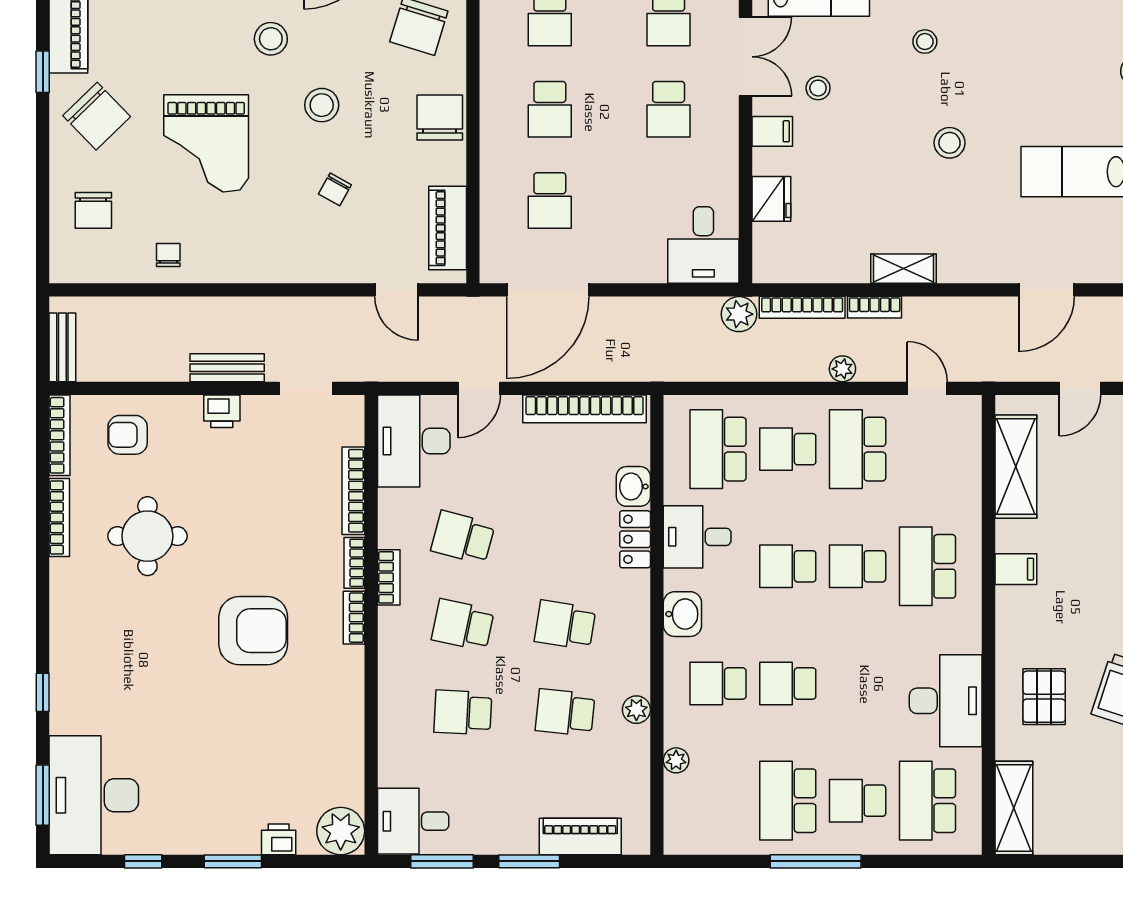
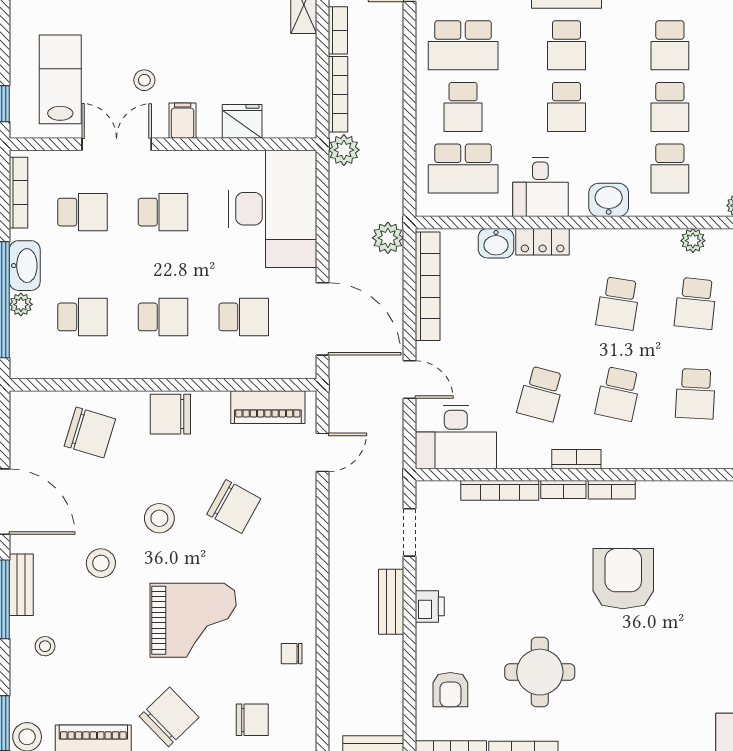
chair: (335, 189) -> (234, 507), width x1.87, depth x1.87
desk: (703, 245) -> (273, 209), width x1.87, depth x1.30
plant: (842, 369) -> (388, 238), moved, width x1.38, depth x1.38
school desk: (858, 683) -> (670, 45), added

